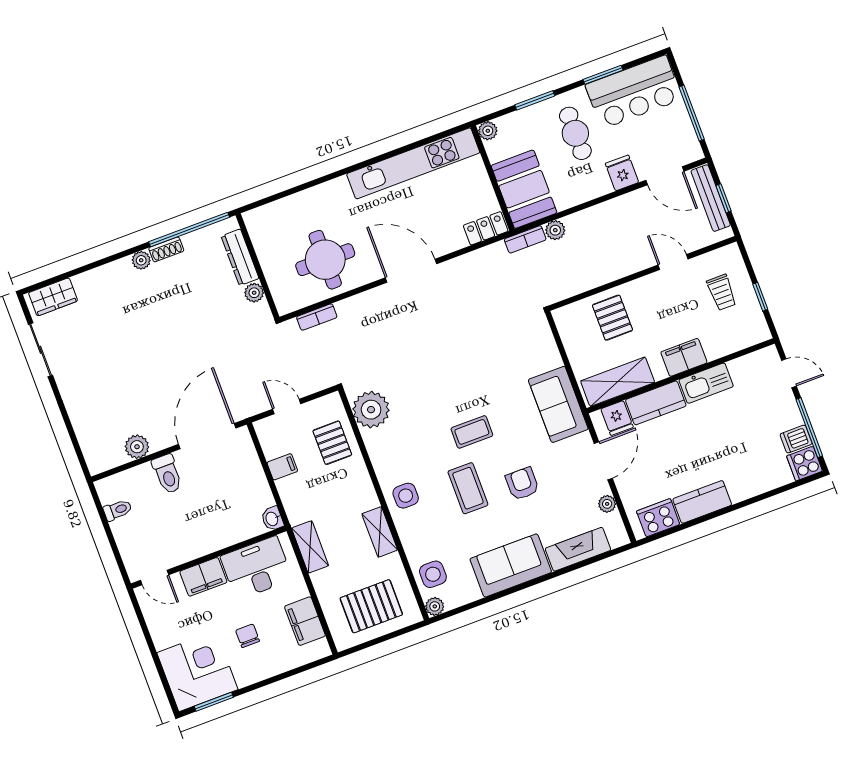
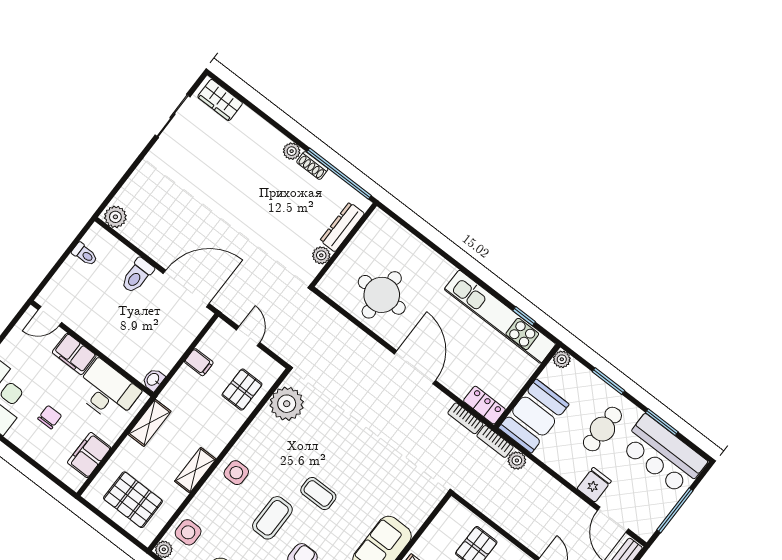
window: (427, 141) -> (524, 316), added
bookcase: (317, 317) -> (465, 418), moved
plant: (137, 447) -> (115, 217), moved
door: (155, 578) -> (50, 316), hinge flipped

